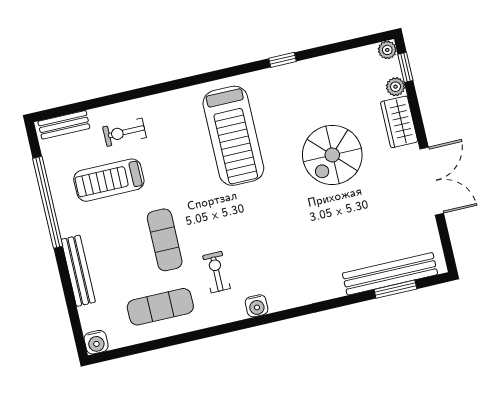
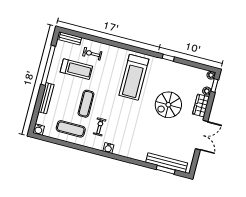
treadmill: (109, 180) -> (76, 69), turned 180

